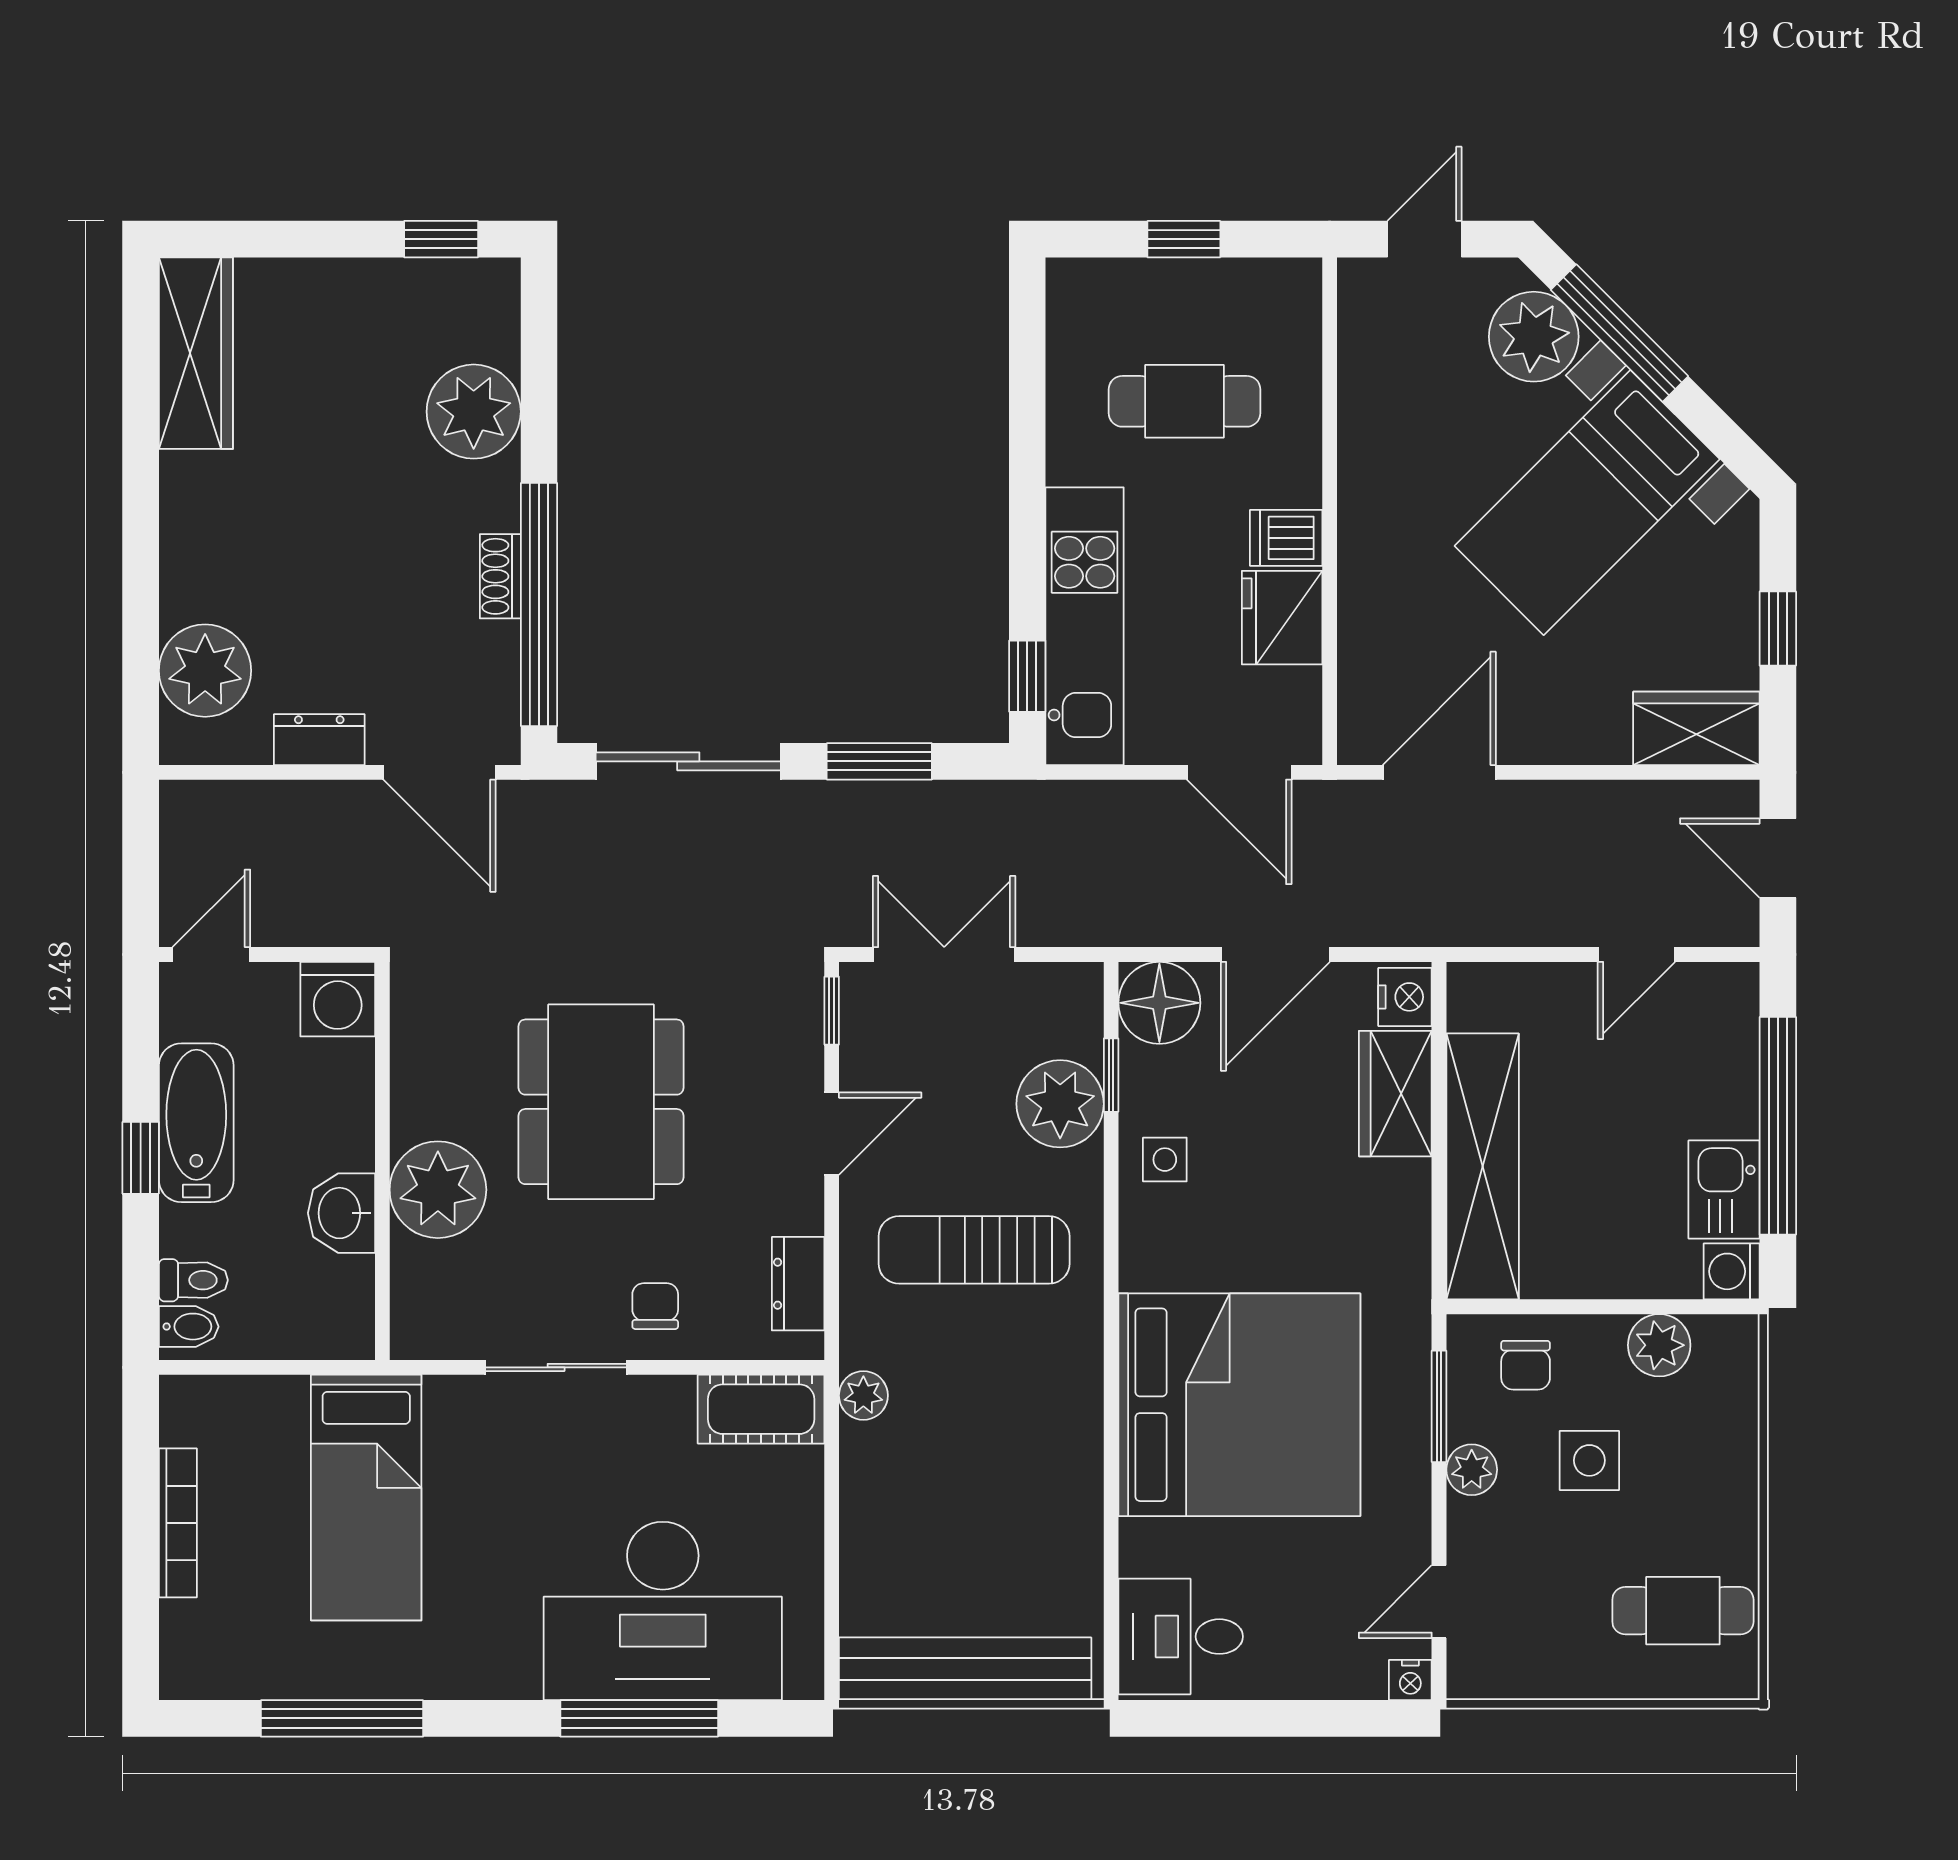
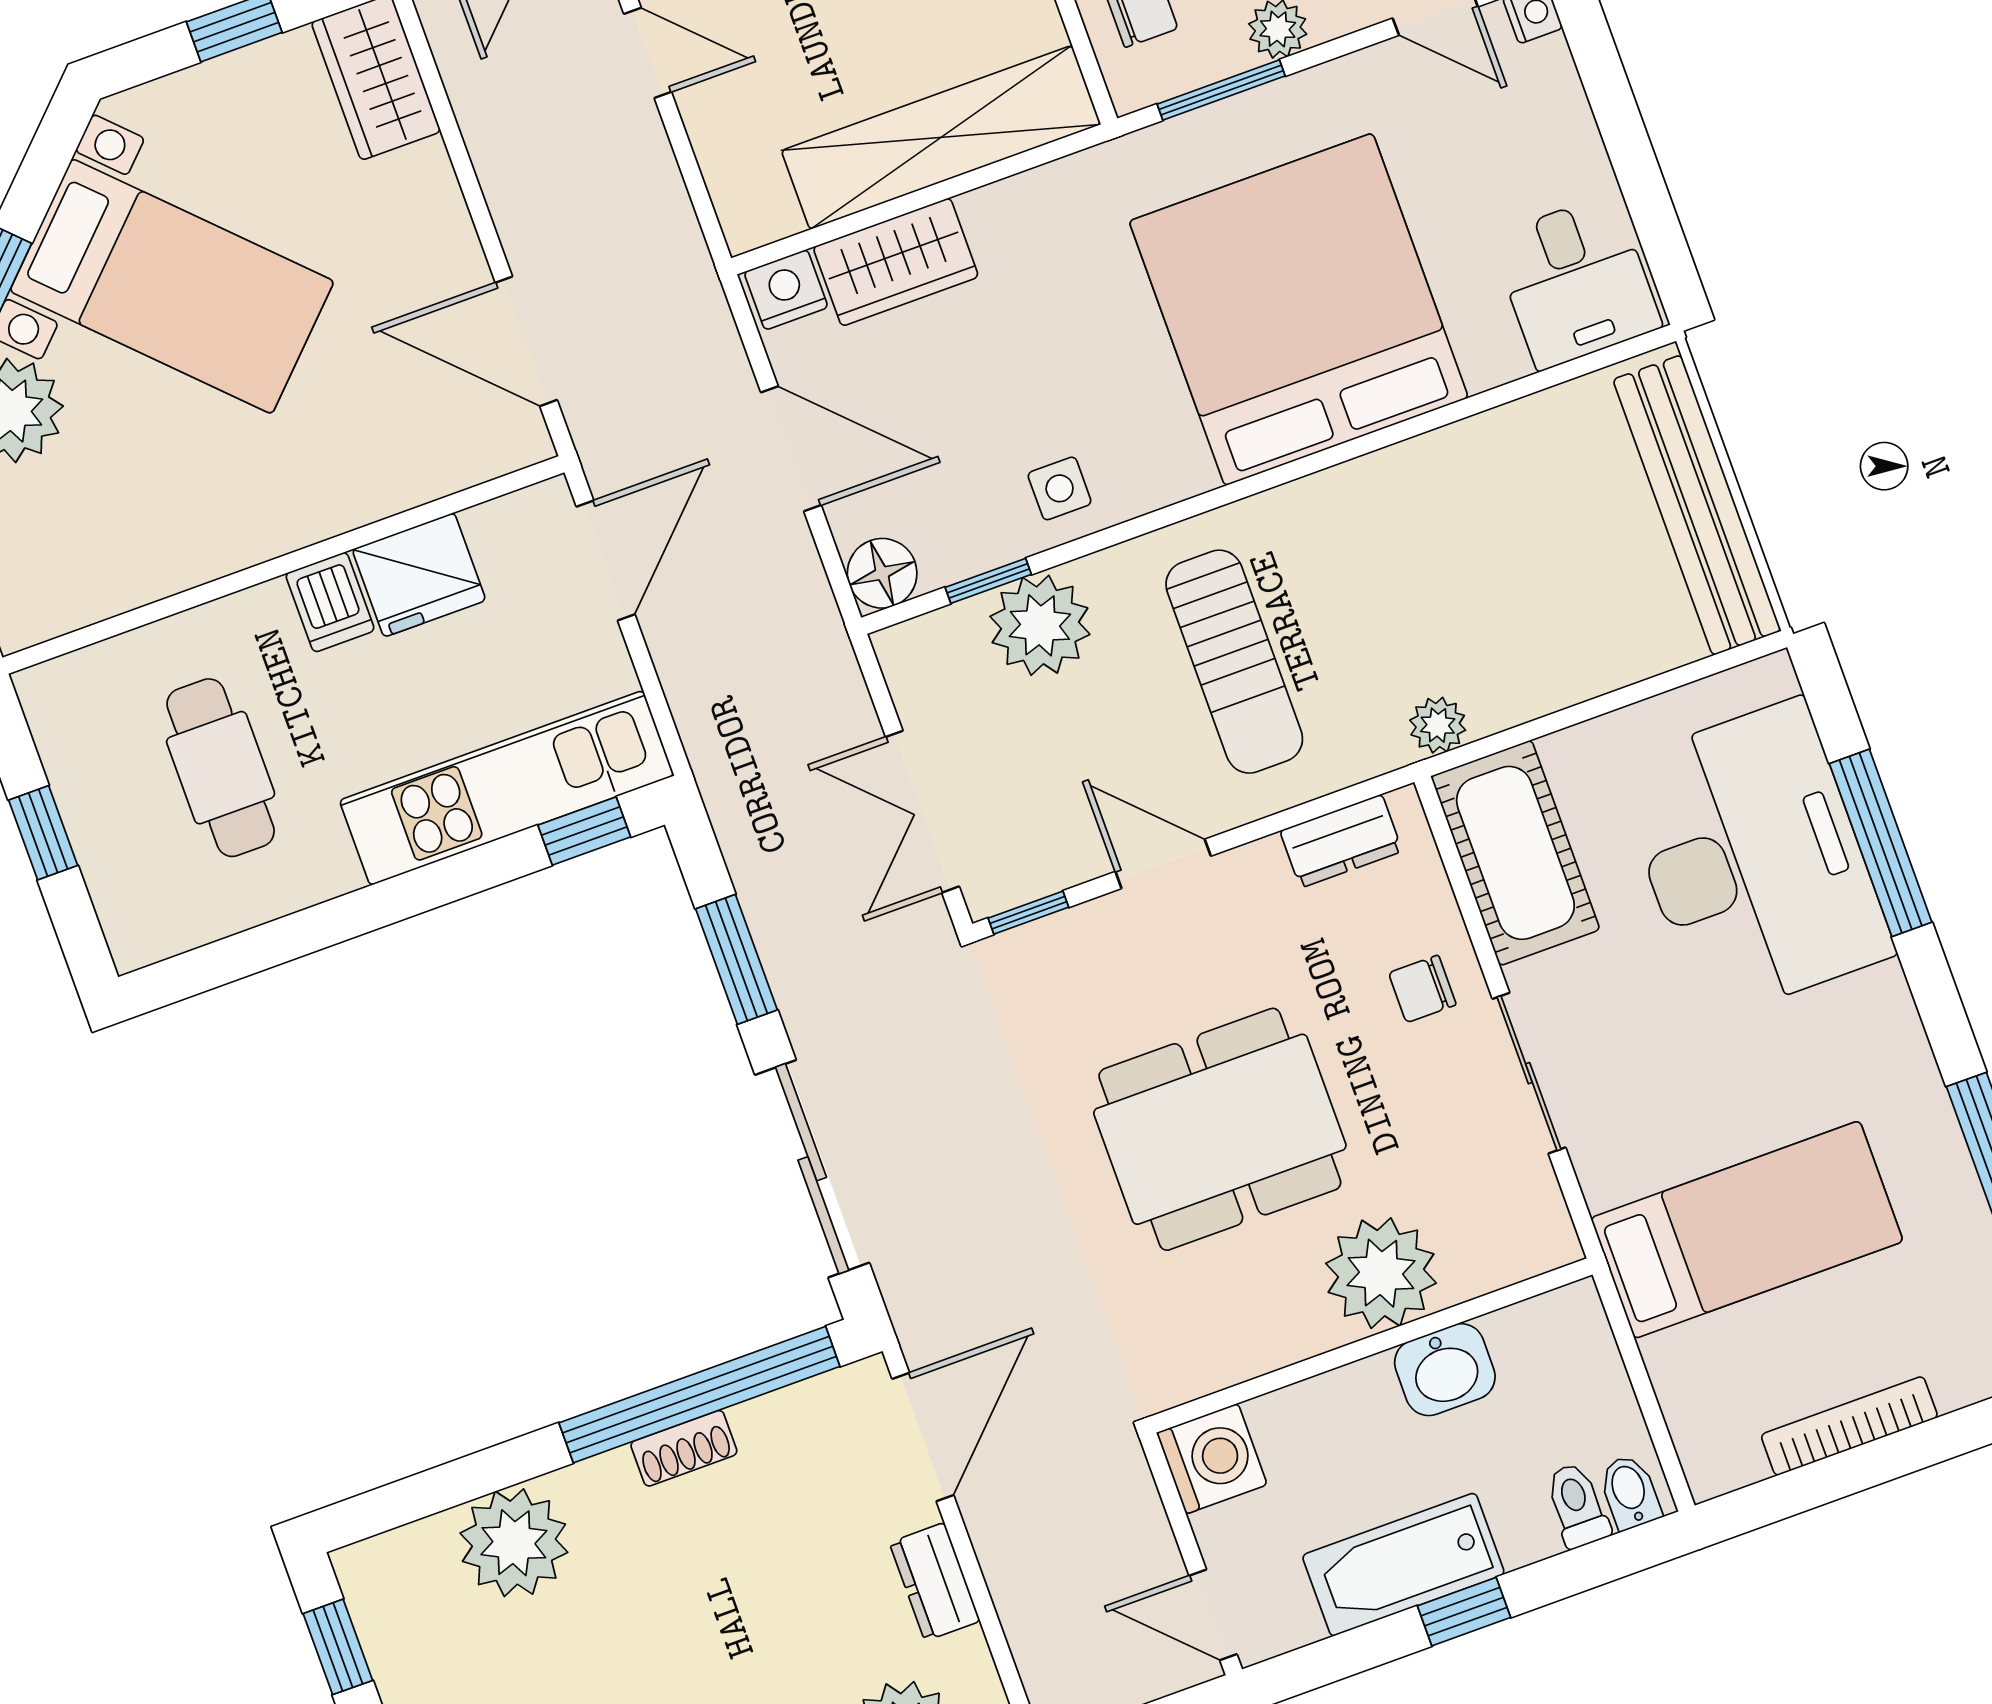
floor lamp: (1159, 1003) -> (882, 573), width x0.73, depth x0.73
cot: (761, 1409) -> (1515, 853), width x1.37, depth x1.34

